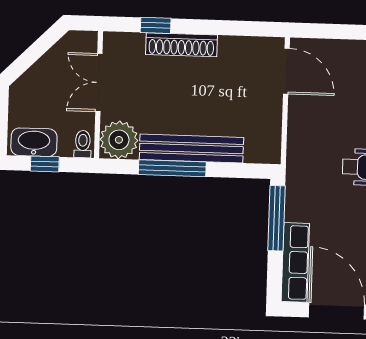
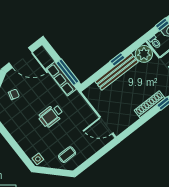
window: (172, 168) -> (118, 59), width x0.46
row of seats: (295, 262) -> (61, 79), moved

